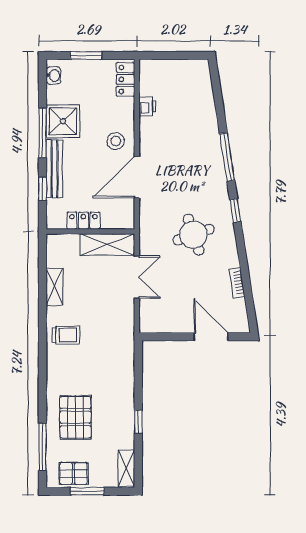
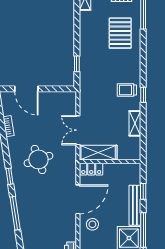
locker: (83, 221) -> (91, 169), moved
window: (43, 328) -> (143, 95), added
window: (138, 422) -> (77, 64), moved

